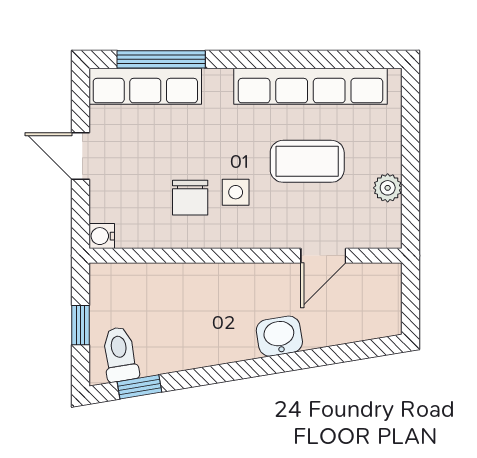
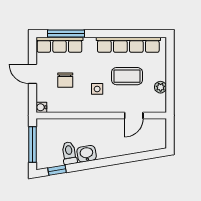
chair: (190, 198) -> (65, 80), moved
window: (81, 325) -> (32, 144), width x2.17
washbasin: (279, 336) -> (87, 154), moved
toilet: (120, 354) -> (69, 153), moved

